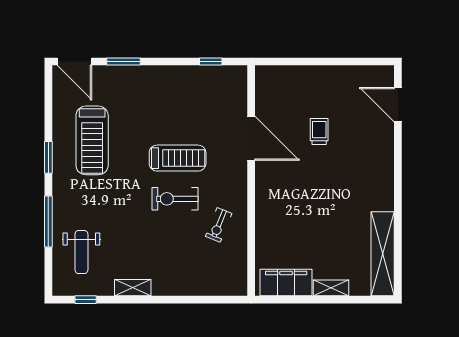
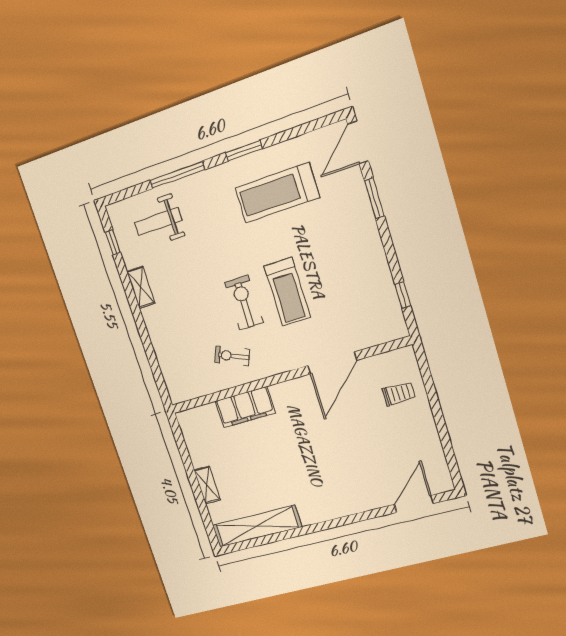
trolley: (319, 131) -> (399, 394), moved
filing cabinet: (286, 282) -> (245, 407), moved, turned 90

